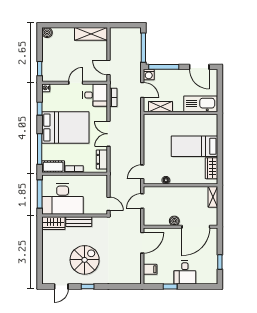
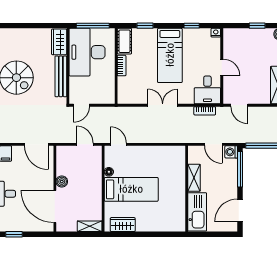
door: (108, 67) -> (239, 105), swing flipped
window: (40, 69) -> (257, 26), moved
door: (142, 90) -> (213, 144), hinge flipped
shelving: (160, 107) -> (194, 178), moved
bed: (65, 127) -> (170, 55), width x0.67
bed: (195, 146) -> (131, 189), moved, turned 90
window: (40, 149) -> (145, 26), width x0.46
dresser: (102, 159) -> (133, 98), removed
bench: (79, 222) -> (61, 76), width x1.36

